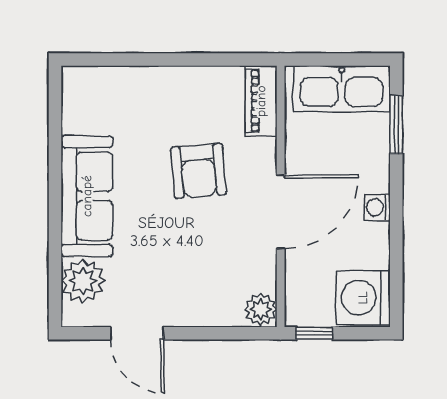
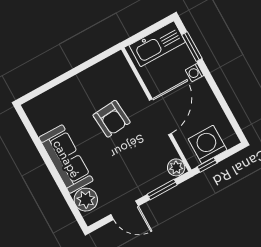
piano: (261, 101) -> (123, 70), removed
washing machine: (377, 207) -> (195, 73), moved
washing machine: (363, 298) -> (207, 144), moved, turned 90
window: (218, 333) -> (162, 189), added

